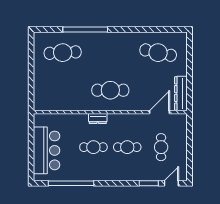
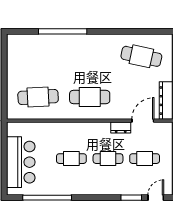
cafe table: (63, 53) -> (38, 97), moved
dresser: (98, 118) -> (121, 128), moved
cafe table: (161, 147) -> (145, 159), turned 90

